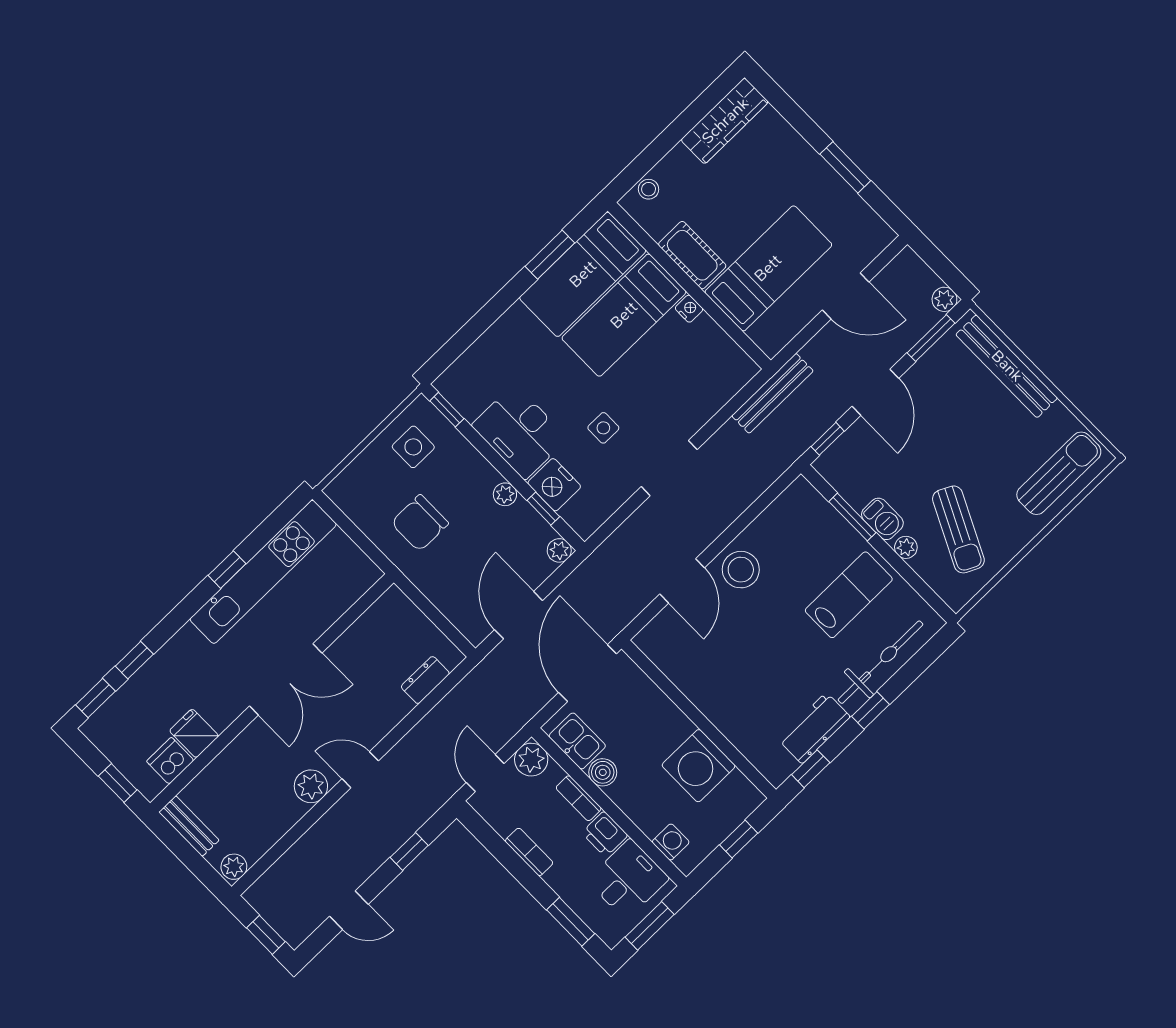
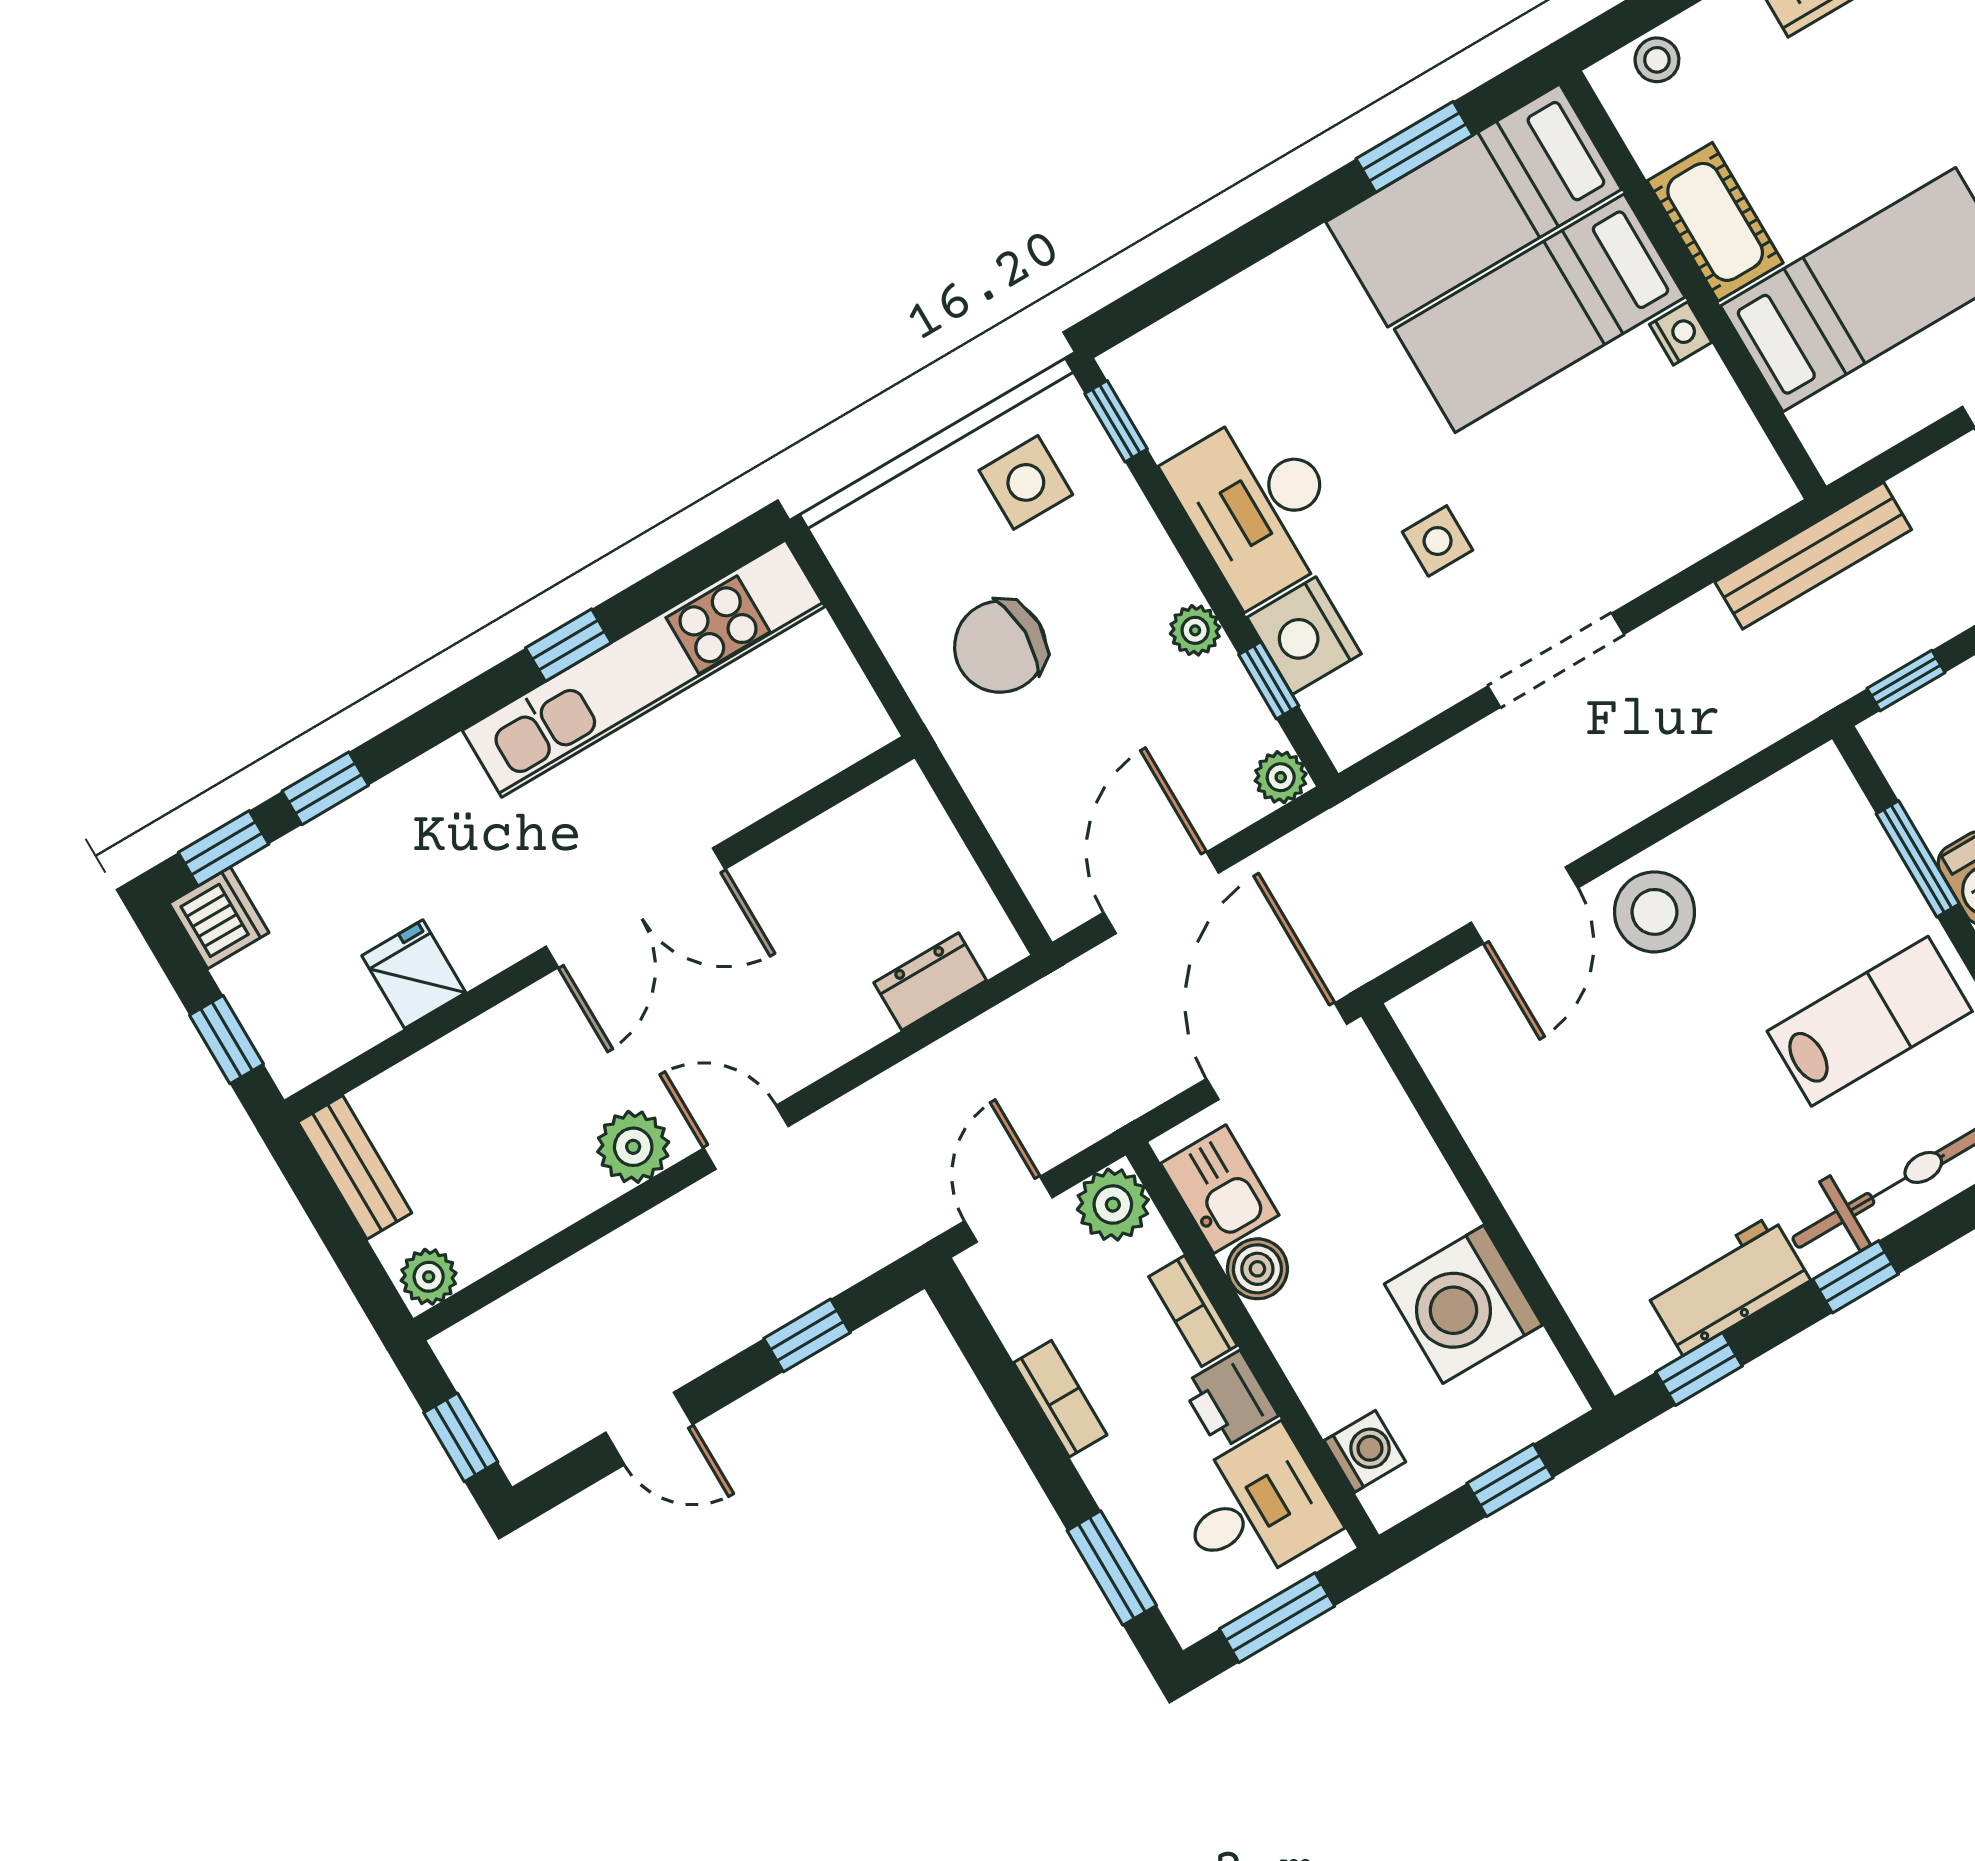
dishwasher: (170, 761) -> (219, 918), moved, turned 90

